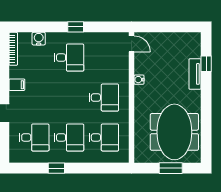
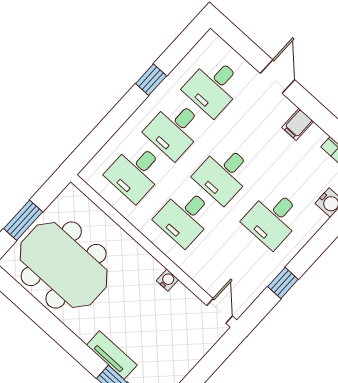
window: (76, 27) -> (283, 283), moved
door: (132, 44) -> (220, 311), swing flipped
desk: (69, 98) -> (224, 174), added

